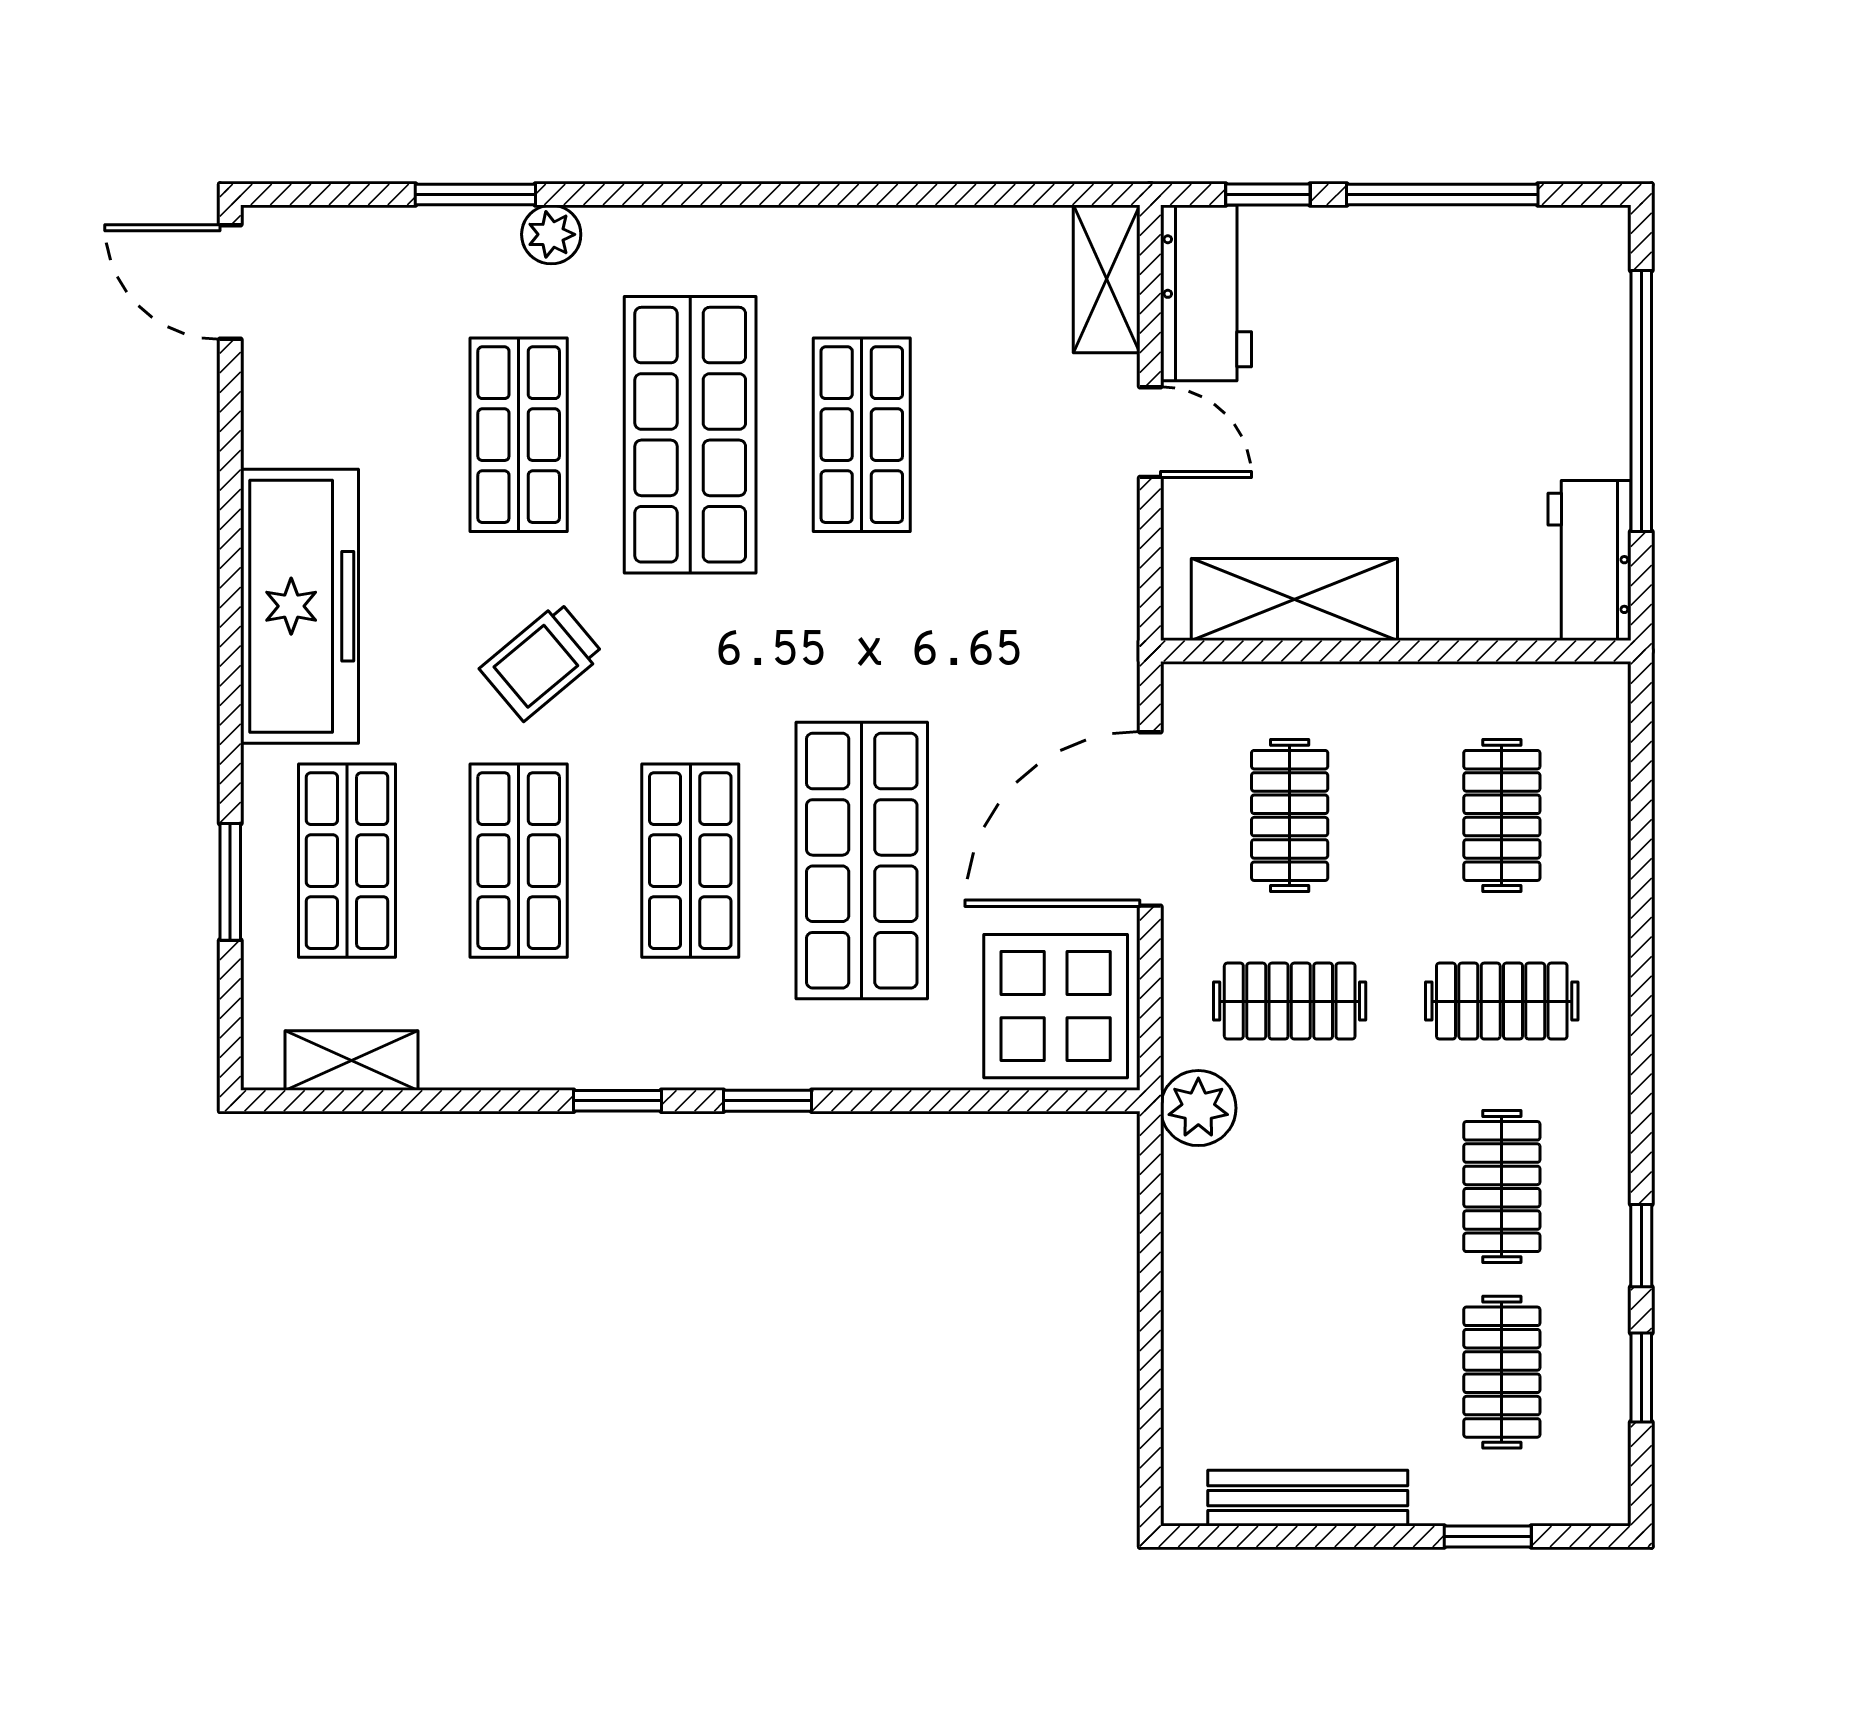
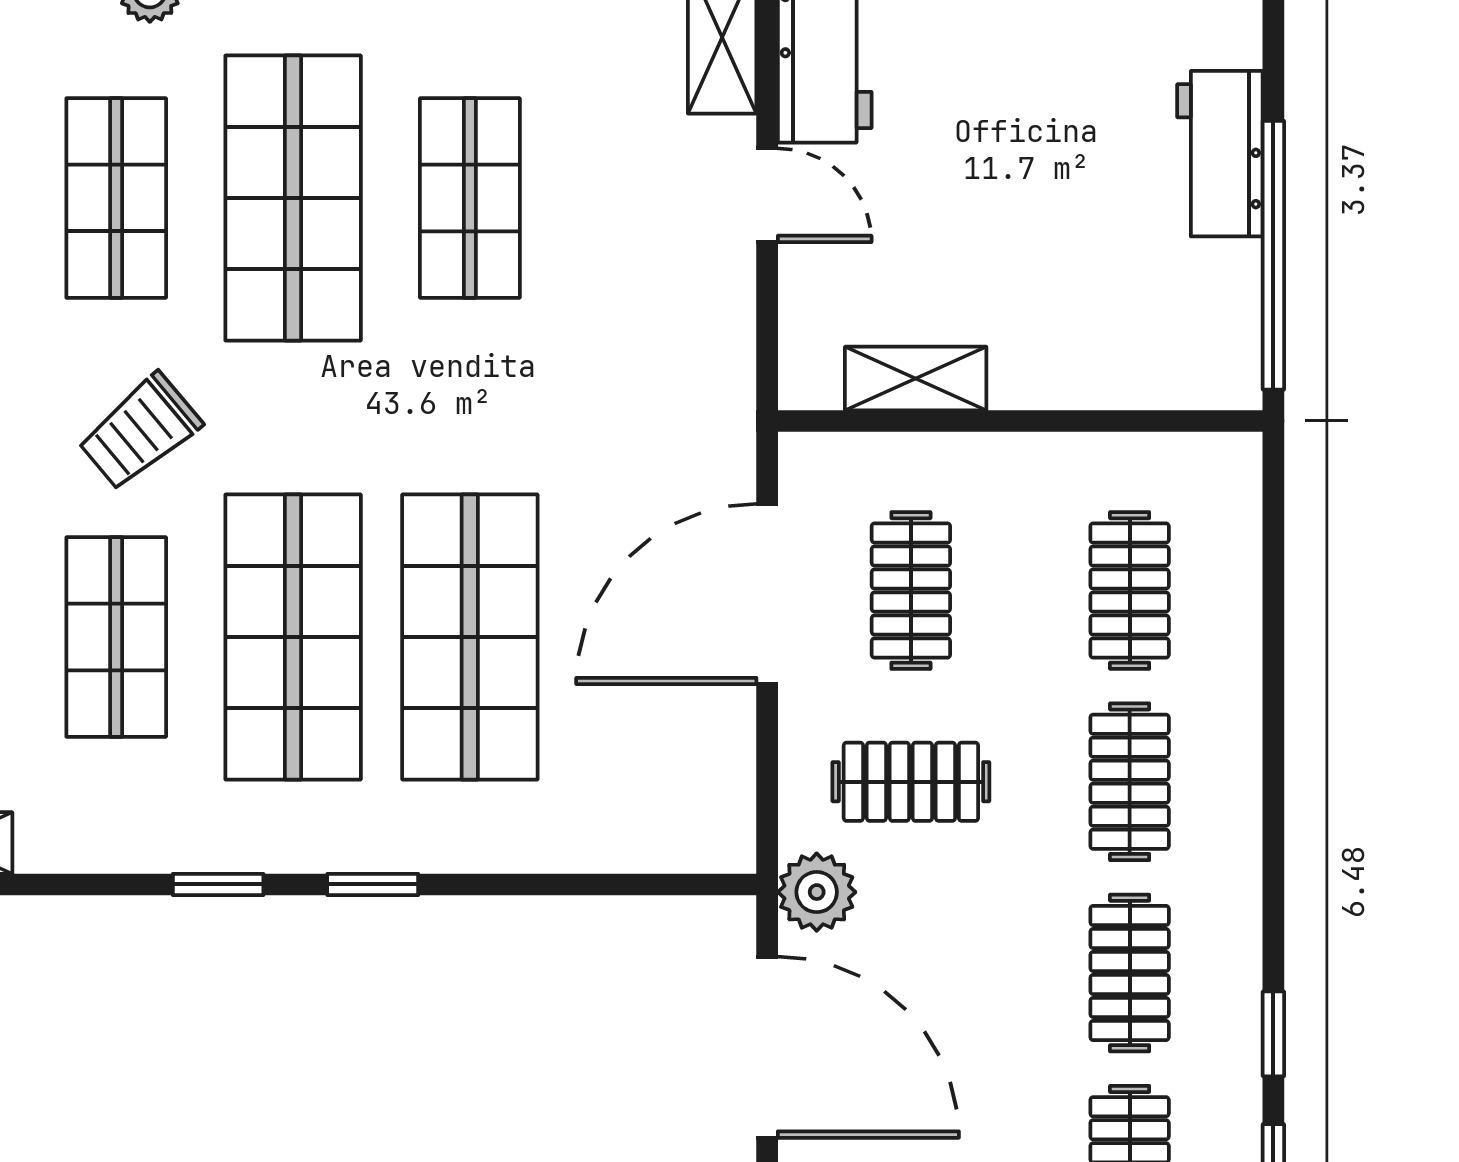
window: (1641, 401) -> (1273, 255), moved
workbench: (1589, 560) -> (1220, 154), moved
shelving: (1294, 600) -> (916, 379), width x0.67, depth x0.75
shop shelf: (690, 861) -> (293, 637), width x1.43, depth x1.36
clothes rail: (1502, 1001) -> (1130, 782), turned 90
display table: (1056, 1006) -> (670, 787), removed
door: (1150, 1259) -> (767, 1047), added

